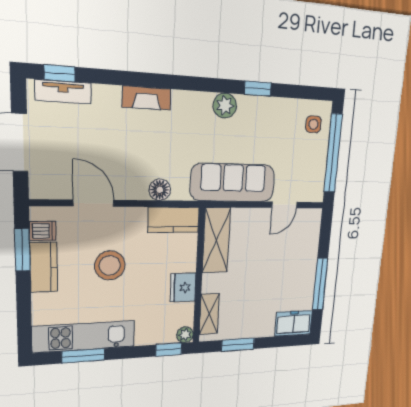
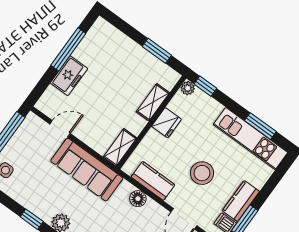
kitchen counter: (174, 220) -> (153, 181), moved
shelving: (216, 240) -> (120, 147), width x0.67, depth x0.75
shelving: (209, 314) -> (153, 102), moved
freezer: (294, 323) -> (69, 76), moved, turned -90

